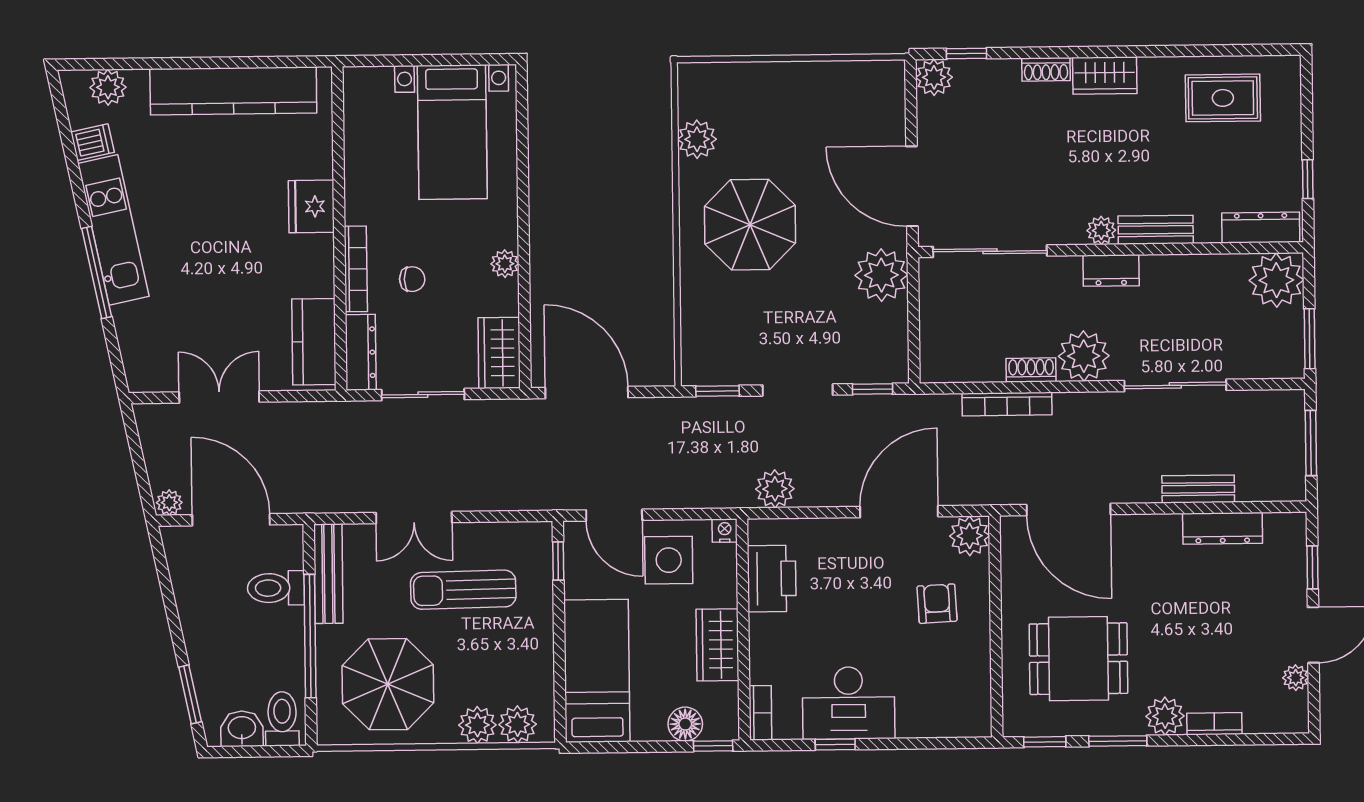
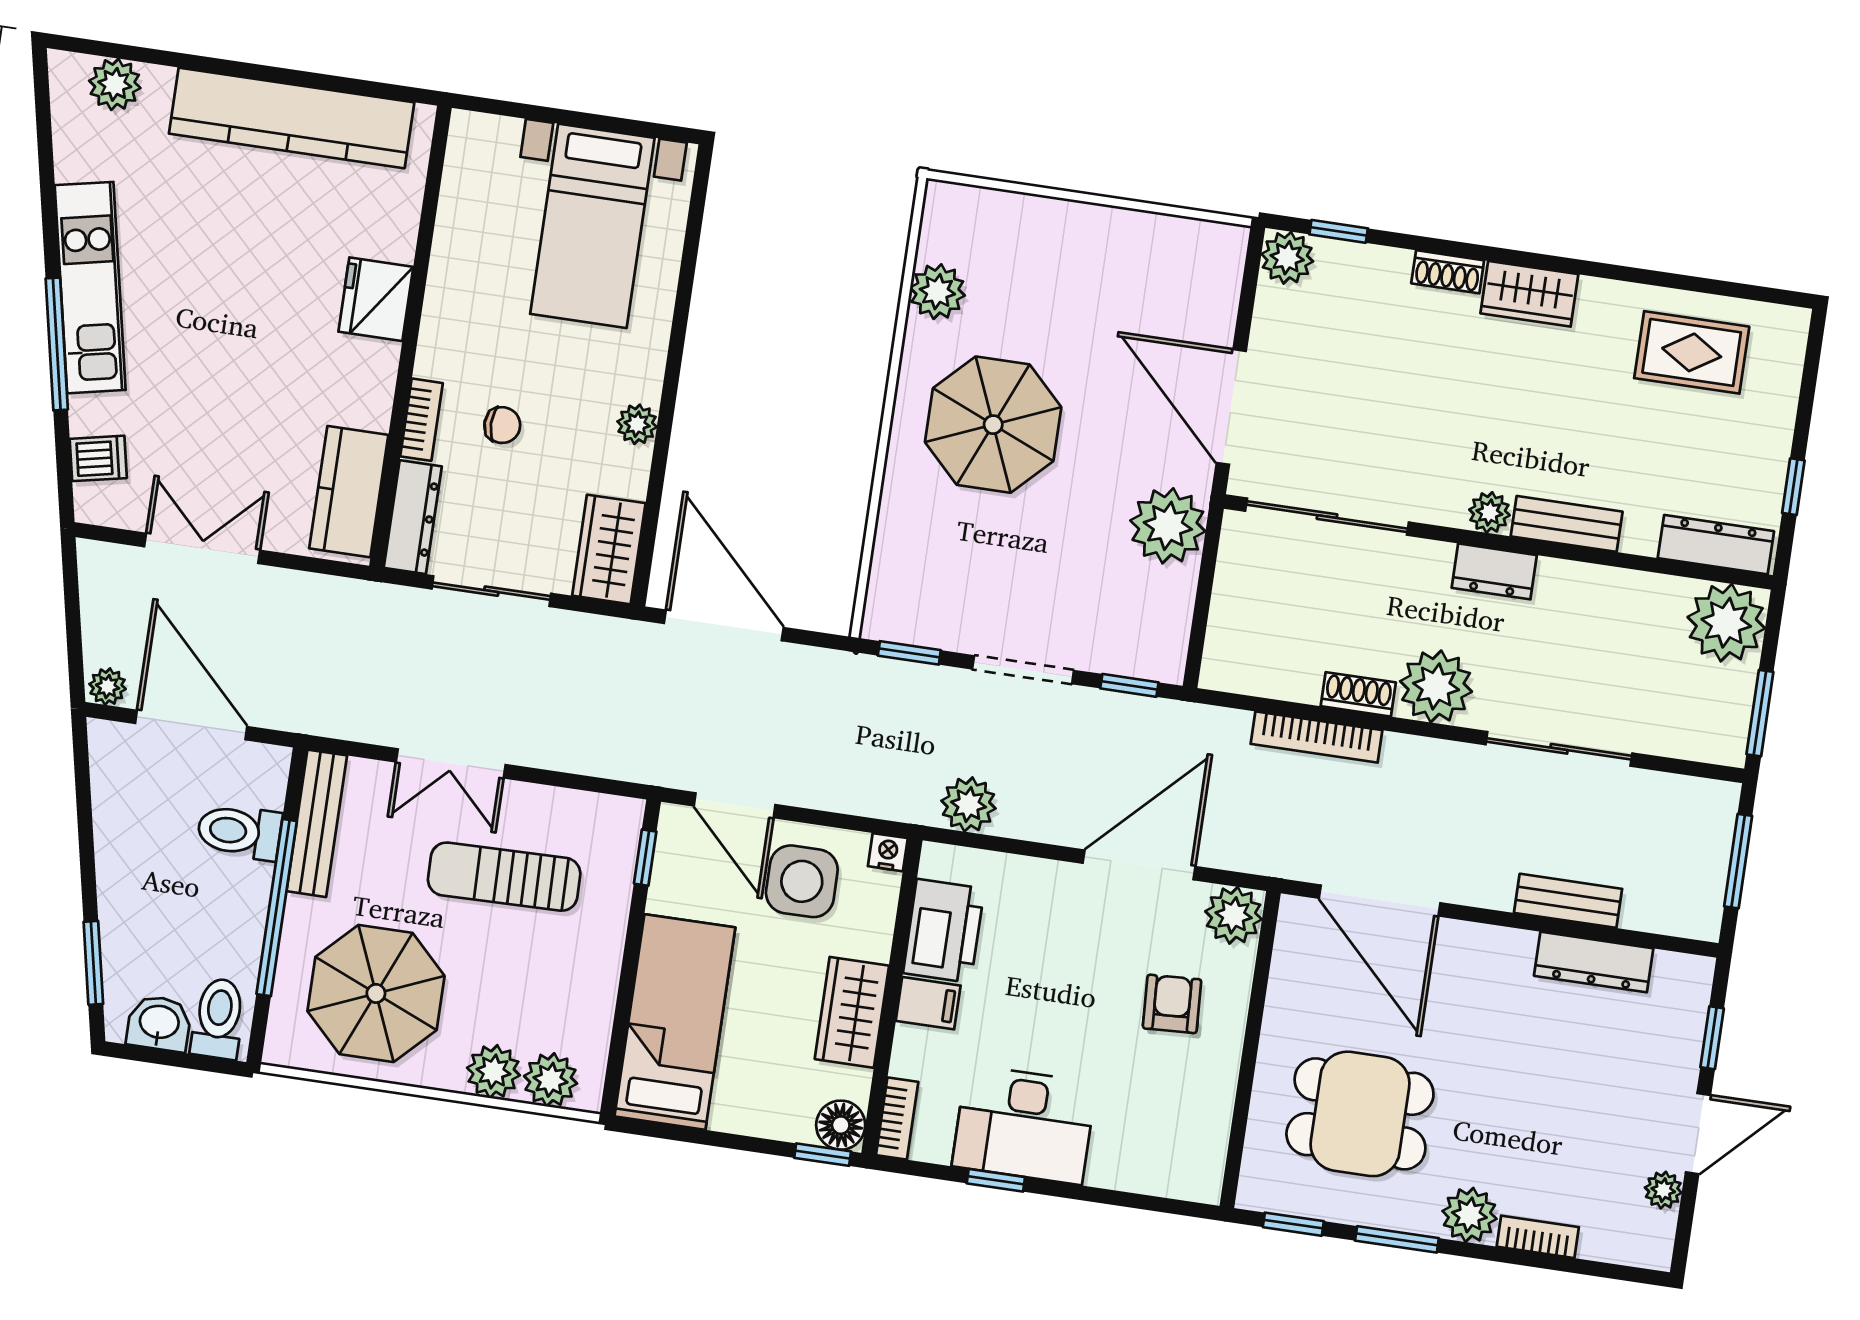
dishwasher: (92, 142) -> (98, 458), moved
bookcase: (356, 269) -> (421, 420), width x0.64
filing cabinet: (769, 630) -> (928, 1003), added
floor lamp: (685, 724) -> (841, 1125), moved

